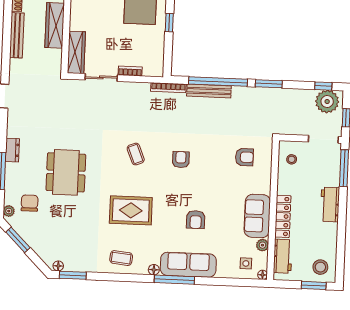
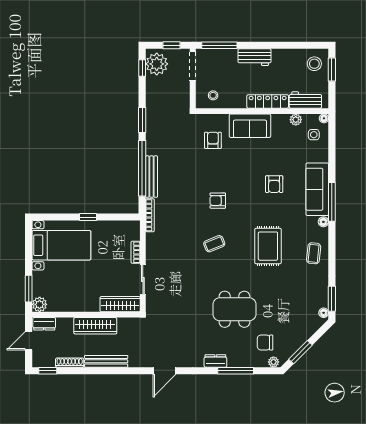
sofa: (257, 216) -> (250, 126), moved
armchair: (196, 220) -> (274, 184), turned 90

